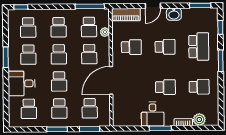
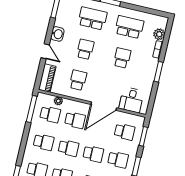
door: (111, 80) -> (104, 106), hinge flipped
school desk: (199, 87) -> (129, 27), width x1.85
desk: (153, 114) -> (131, 100), moved, turned 90

